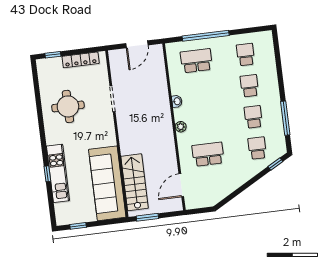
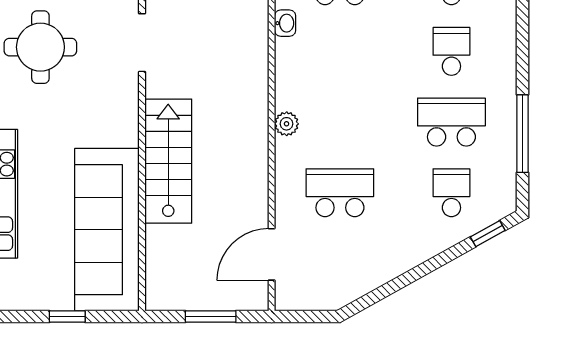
washbasin: (177, 101) -> (285, 23), moved
school desk: (253, 117) -> (451, 122), width x1.85
stairs: (135, 182) -> (168, 161), moved
window: (147, 217) -> (211, 317), moved
window: (78, 226) -> (67, 317), moved

